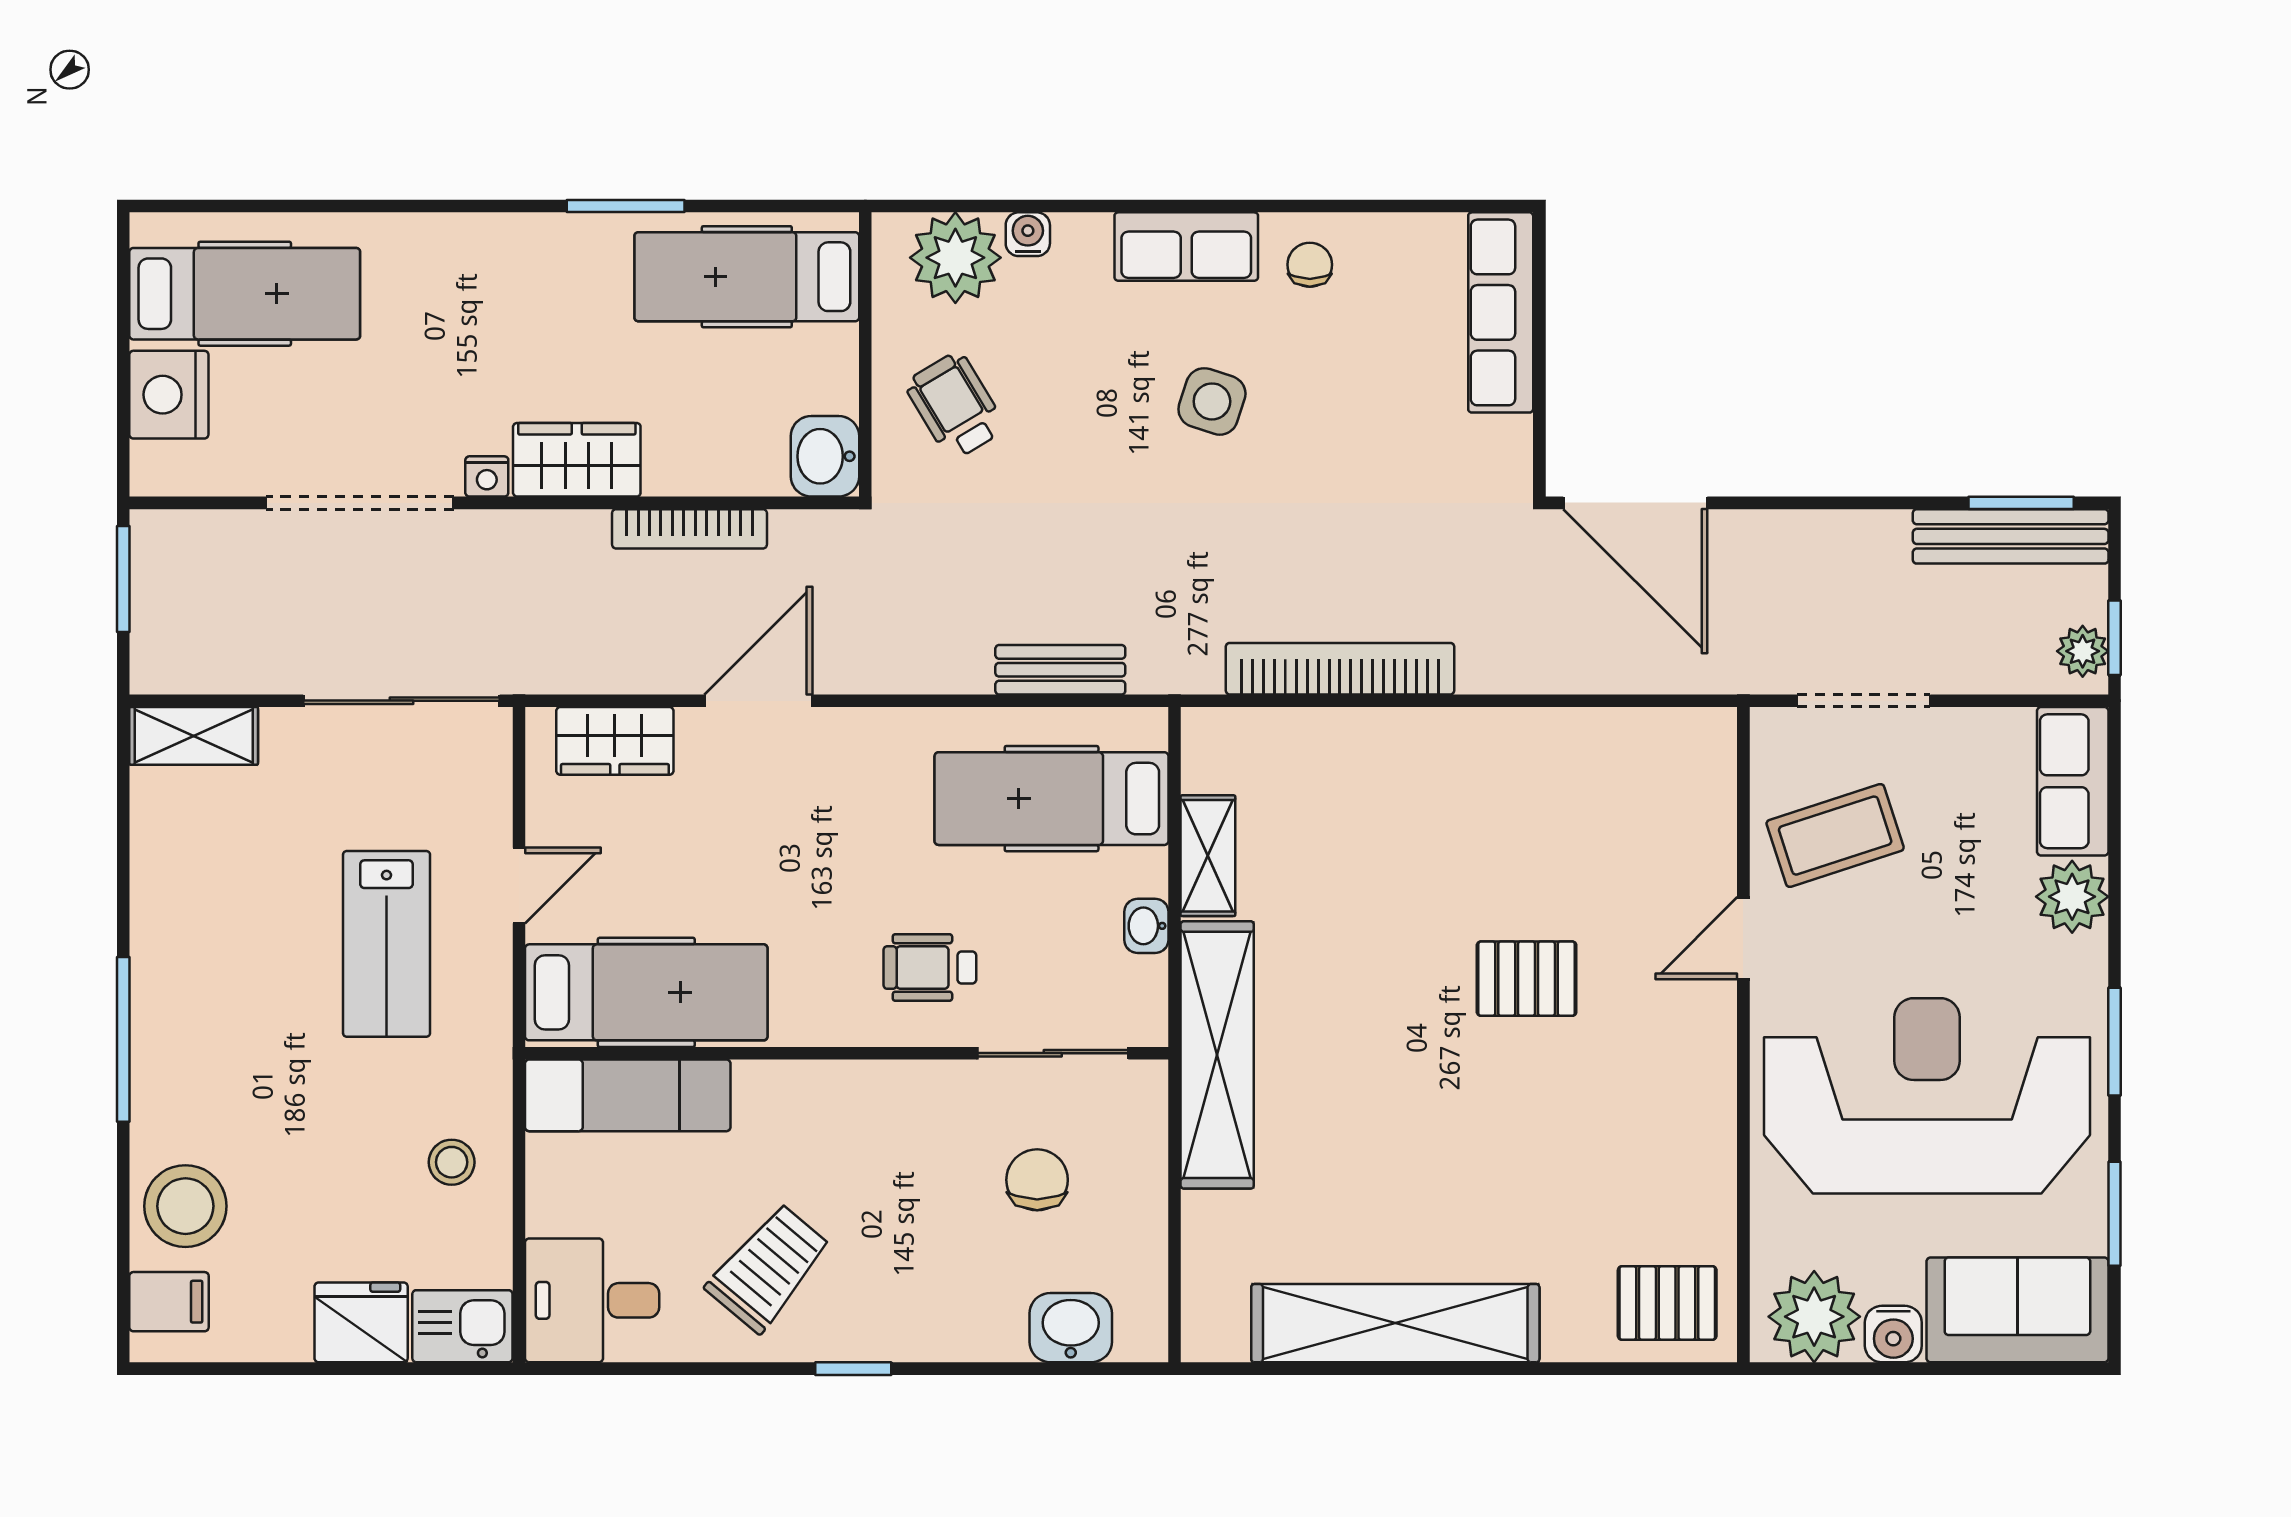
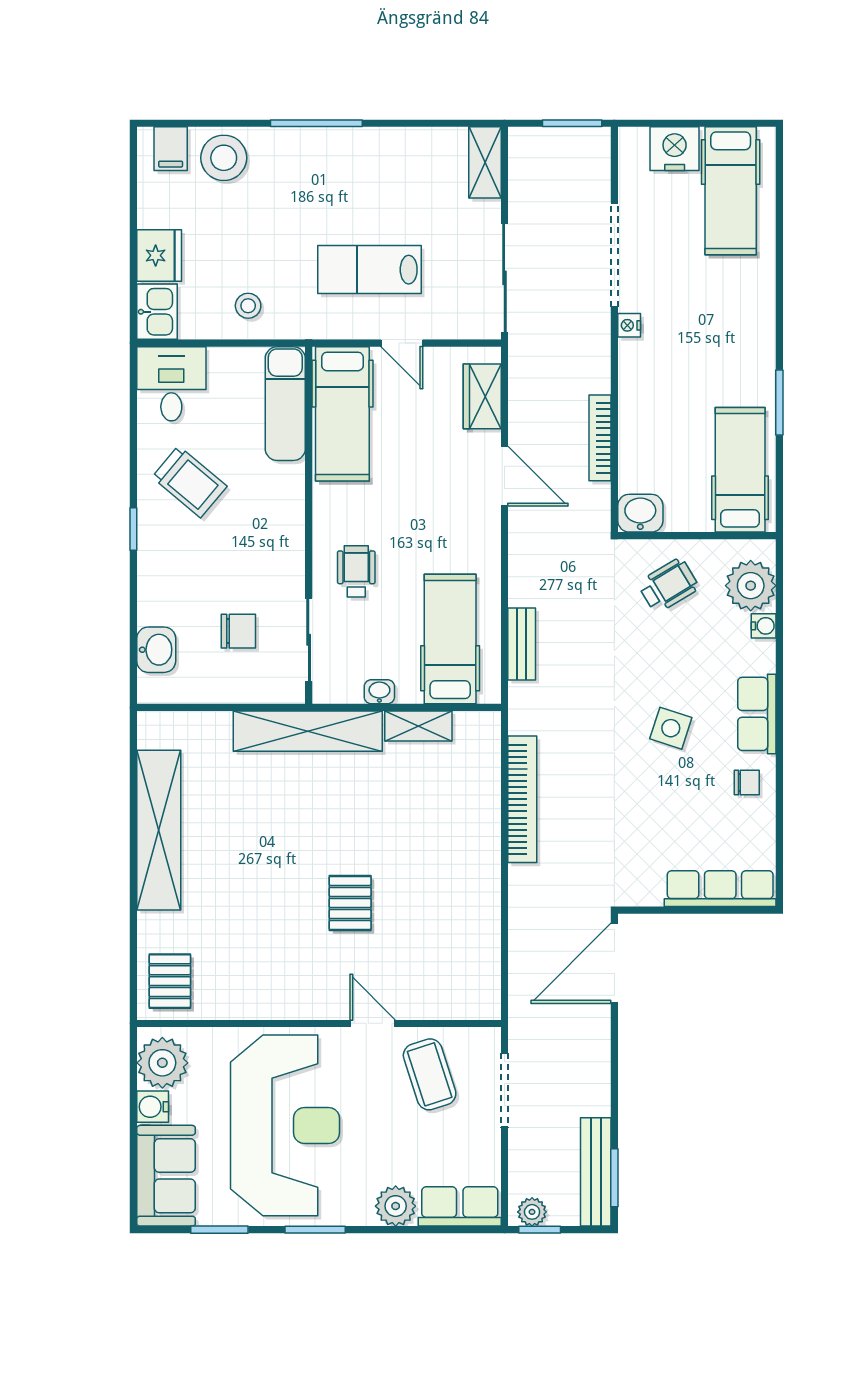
wardrobe: (577, 460) -> (638, 375), removed

